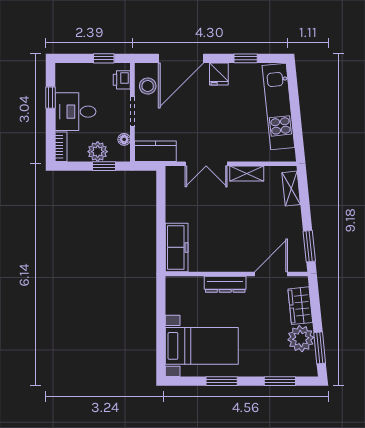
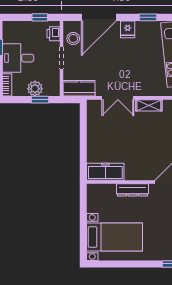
floor lamp: (124, 139) -> (55, 79), removed
freezer: (177, 247) -> (105, 172), moved, turned -90
window: (222, 381) -> (130, 264), removed

